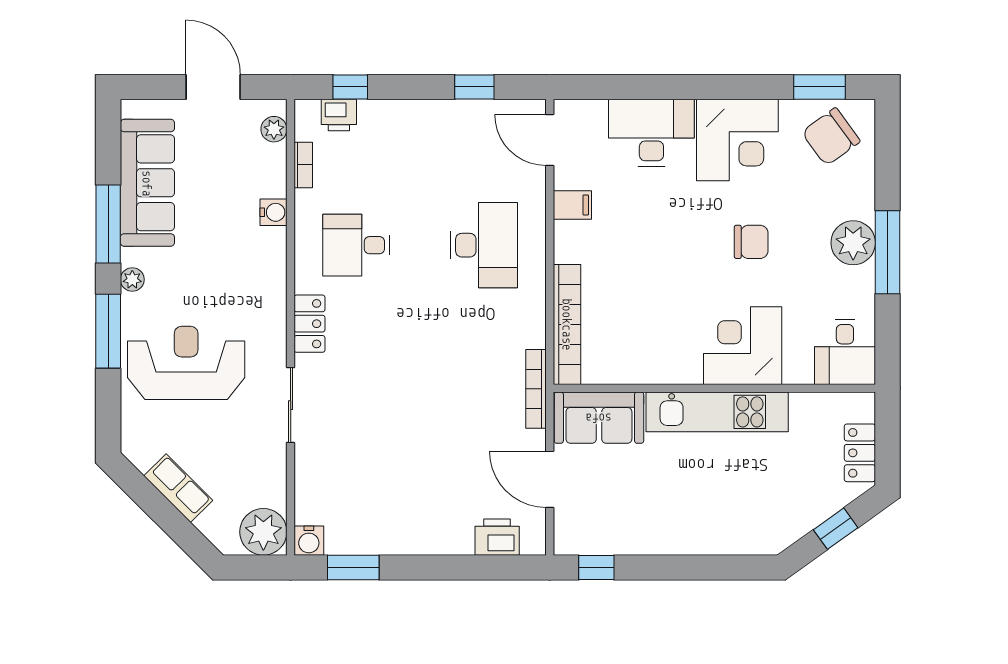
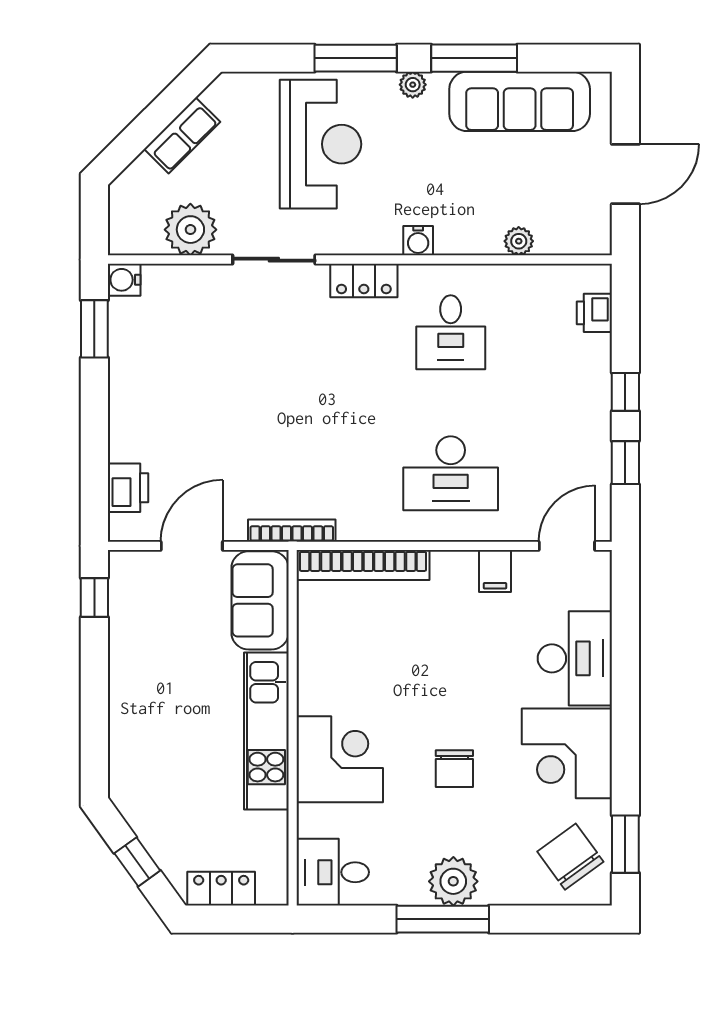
window: (350, 87) -> (625, 392), moved
plant: (274, 129) -> (519, 241), moved
bookcase: (303, 165) -> (539, 274), removed
water cooler: (273, 212) -> (418, 241), moved
desk: (356, 245) -> (451, 332), turned 180
plant: (263, 532) -> (190, 230), moved

